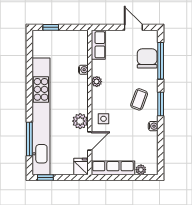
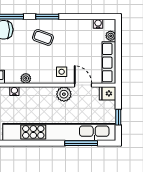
water cooler: (153, 126) -> (98, 24), moved
window: (45, 178) -> (118, 117), moved

